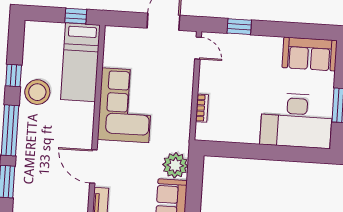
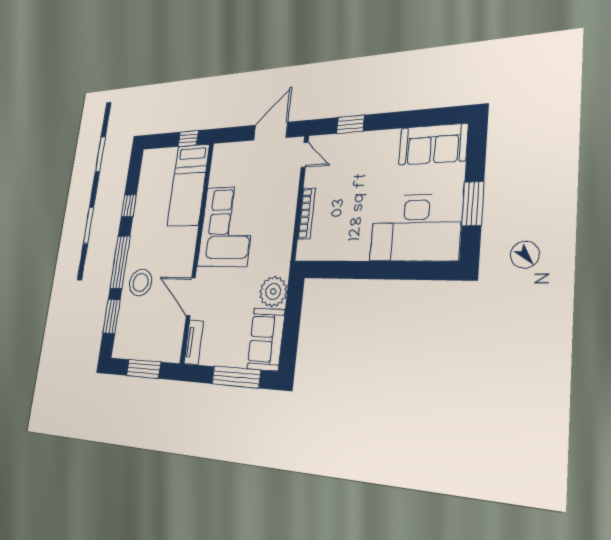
stool: (37, 92) -> (141, 282), moved
bookcase: (202, 108) -> (307, 213), width x1.56

